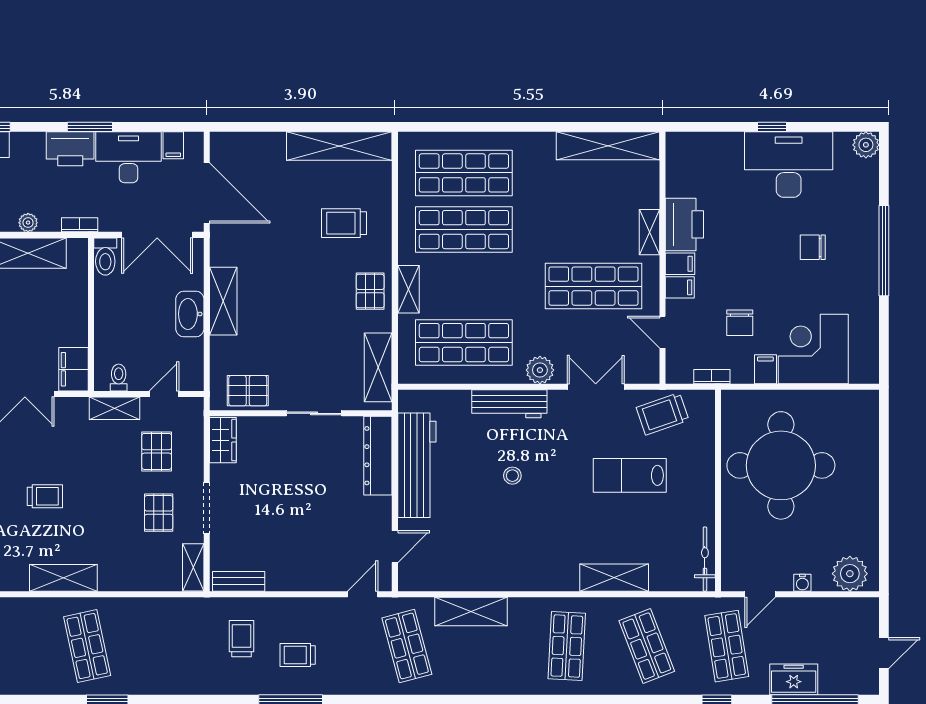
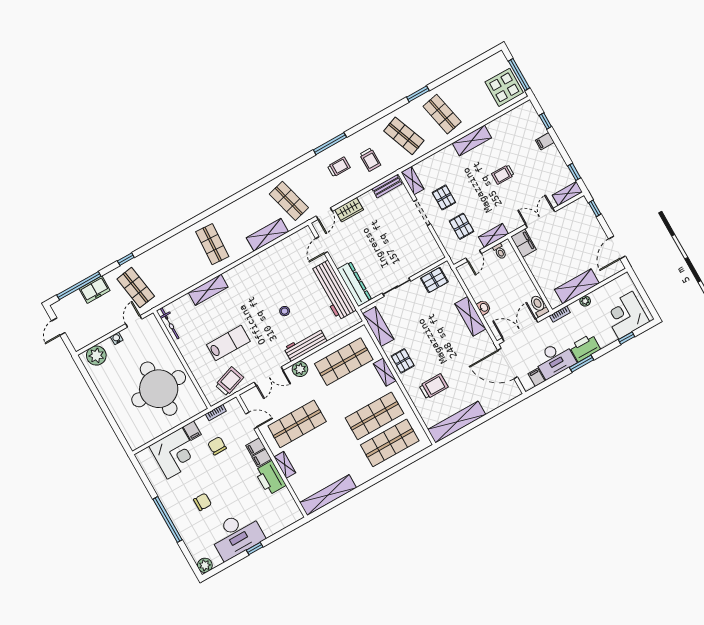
washbasin: (190, 314) -> (484, 307), width x0.52, depth x0.69
wardrobe: (223, 440) -> (349, 210), moved, turned -90
shop shelf: (647, 646) -> (404, 136), moved

